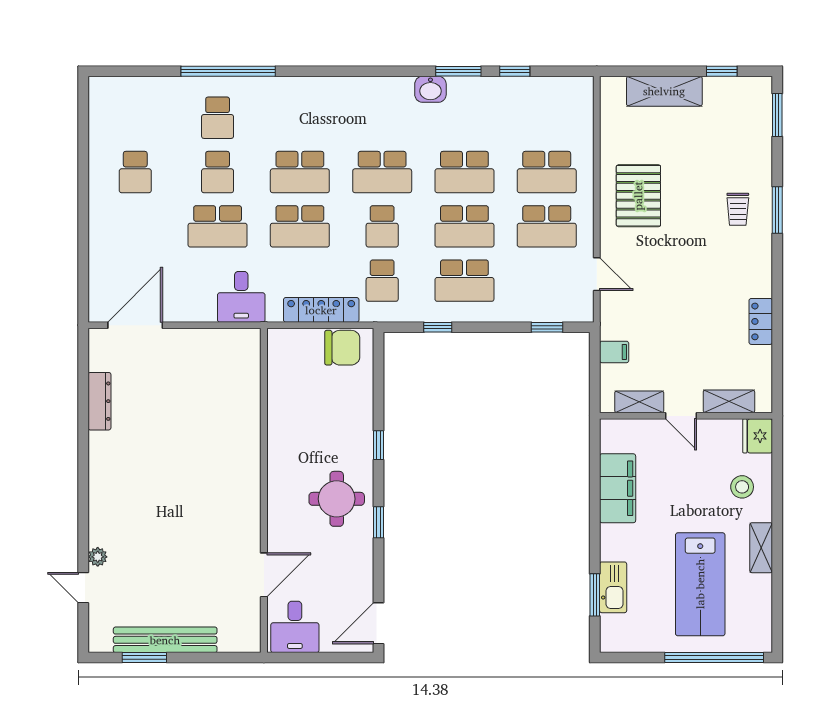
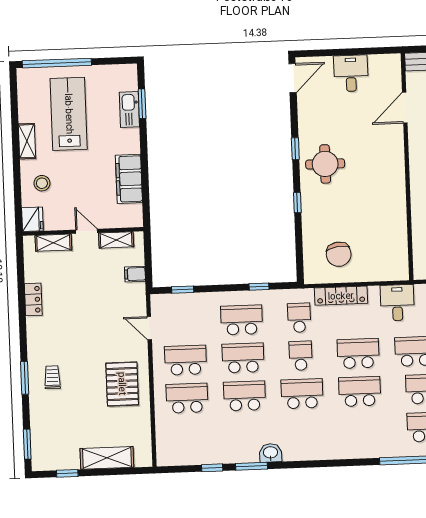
chair: (342, 348) -> (339, 254), moved, turned -98
wall: (264, 490) -> (407, 167), moved
door: (264, 575) -> (405, 108), moved

